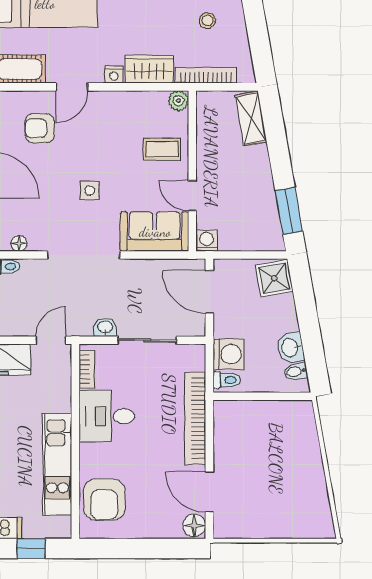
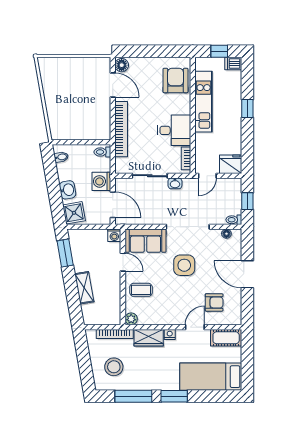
stool: (207, 21) -> (114, 367), width x1.89, depth x1.89
shelving: (251, 119) -> (84, 288), moved
side table: (90, 191) -> (184, 265), width x1.87, depth x1.87
washbasin: (290, 348) -> (68, 190), moved
washing machine: (228, 354) -> (101, 181), moved

